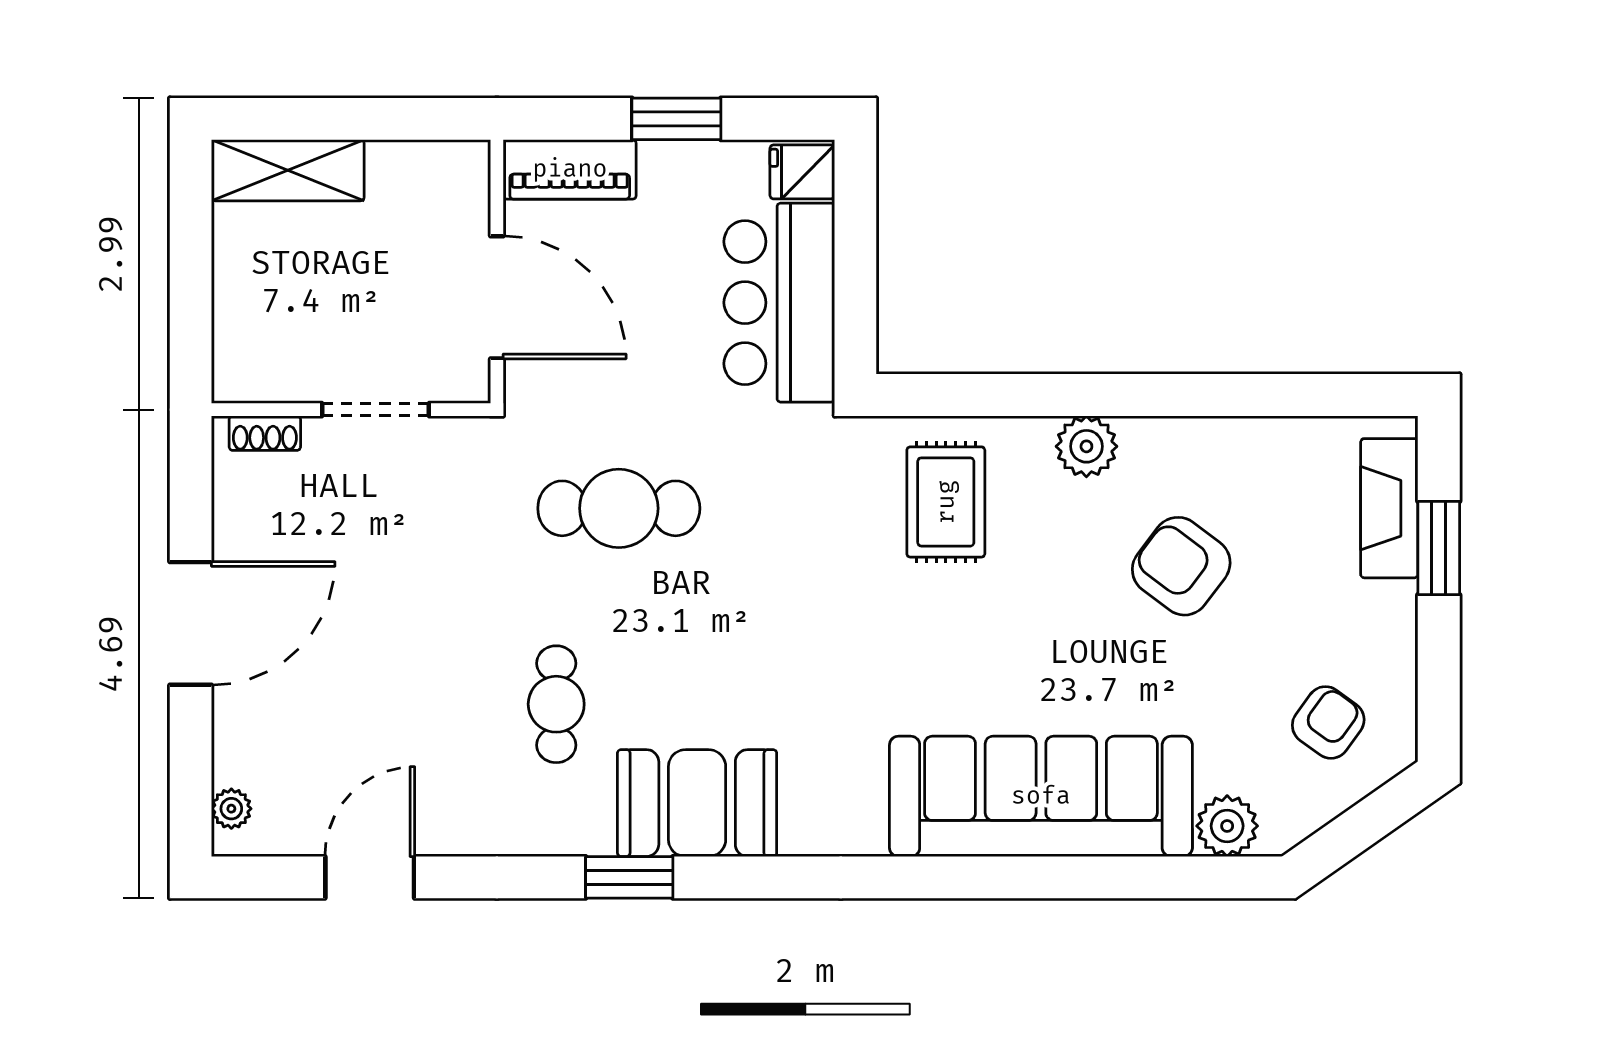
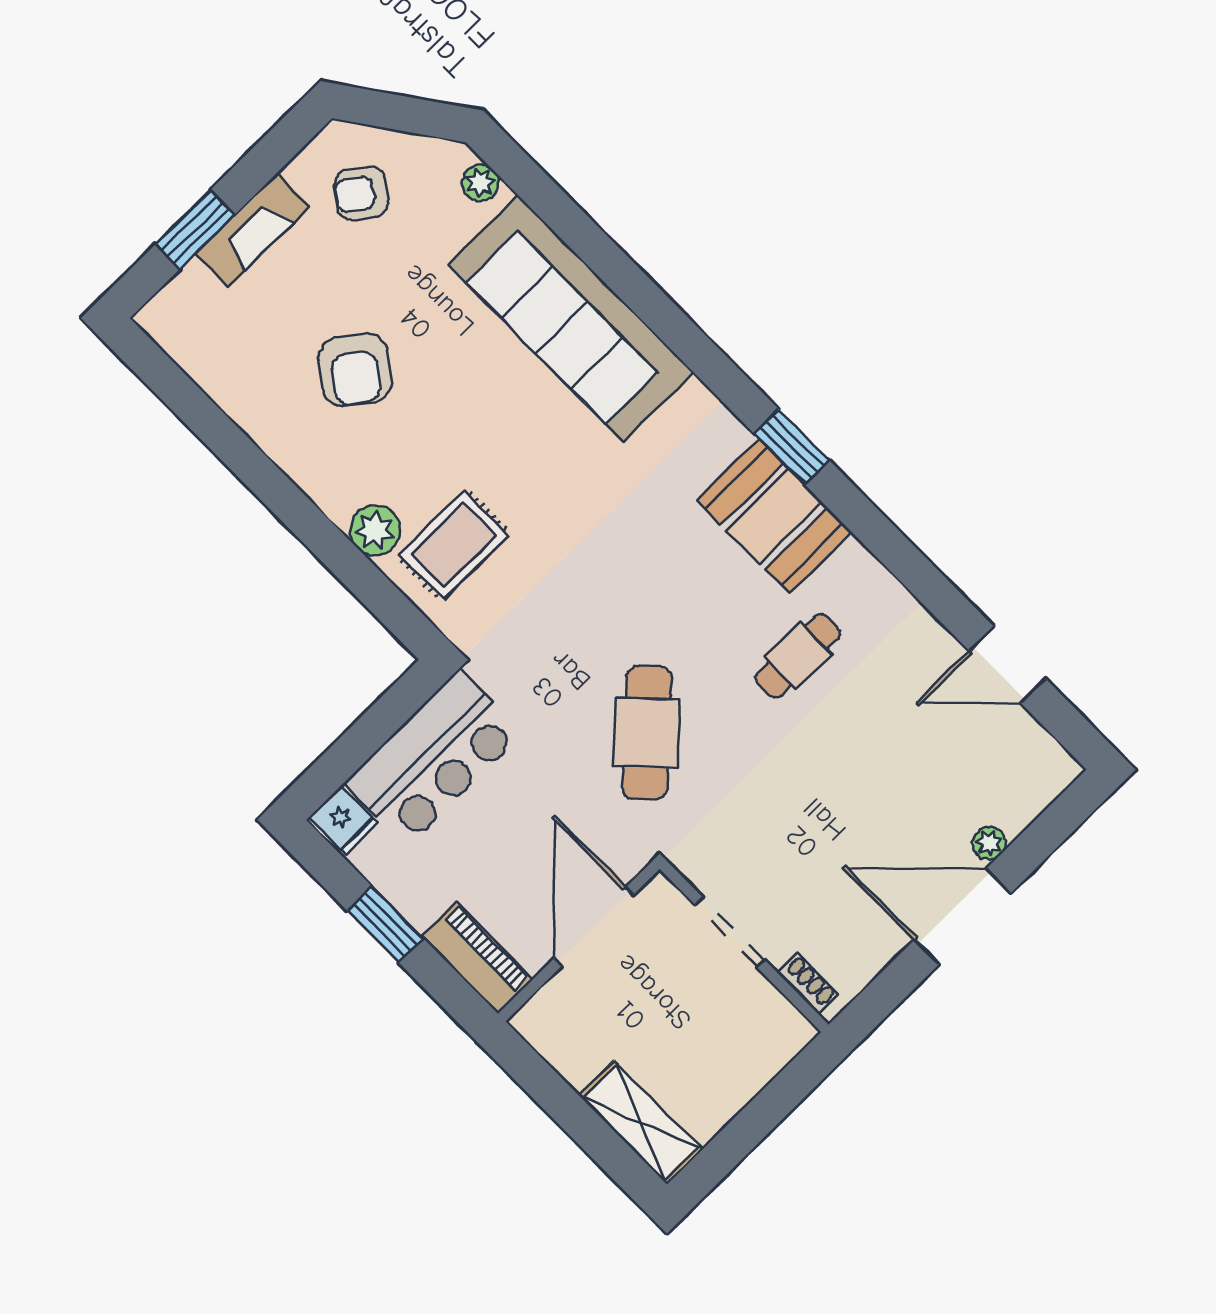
plant: (1086, 446) -> (375, 530), moved
cafe table: (619, 508) -> (647, 733), turned 47
fireplace: (1389, 508) -> (253, 230), moved
plant: (231, 809) -> (989, 843), moved
plant: (1227, 826) -> (480, 183), width x0.73, depth x0.73
window: (629, 877) -> (792, 447), moved

